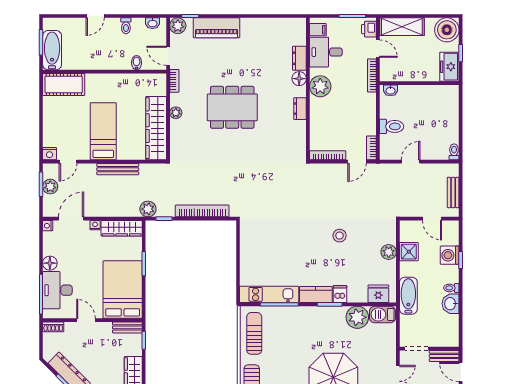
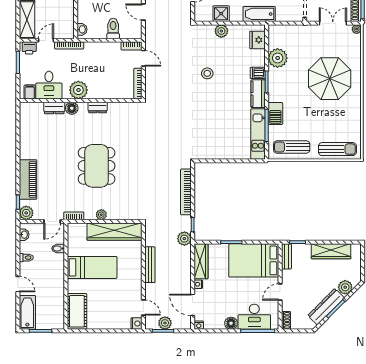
bathtub: (52, 50) -> (27, 312), moved, turned 90
bed: (103, 131) -> (92, 267), moved, turned 180
barbecue: (383, 314) -> (275, 114), moved

